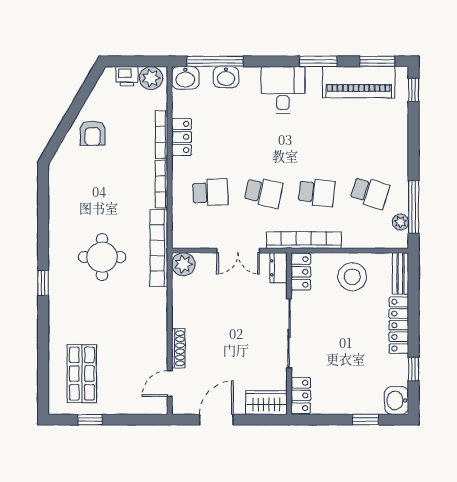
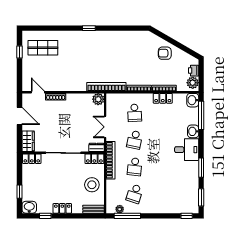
washbasin: (226, 77) -> (193, 131), moved
piano: (359, 82) -> (191, 188), removed
round table: (102, 257) -> (102, 58), removed
locker: (399, 325) -> (62, 208), width x0.66

